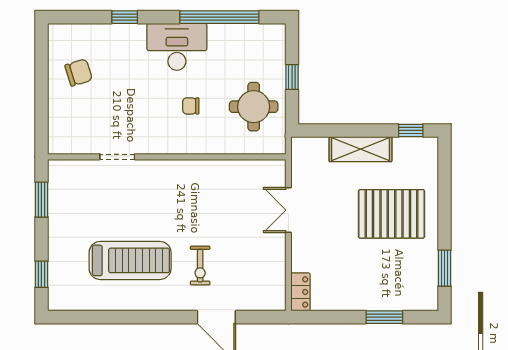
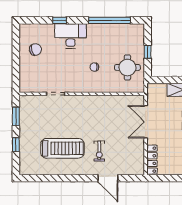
desk: (177, 47) -> (71, 36), moved
double door: (288, 210) -> (146, 122), width x1.37
window: (41, 274) -> (16, 145), moved
locker: (300, 292) -> (152, 160), width x1.53

